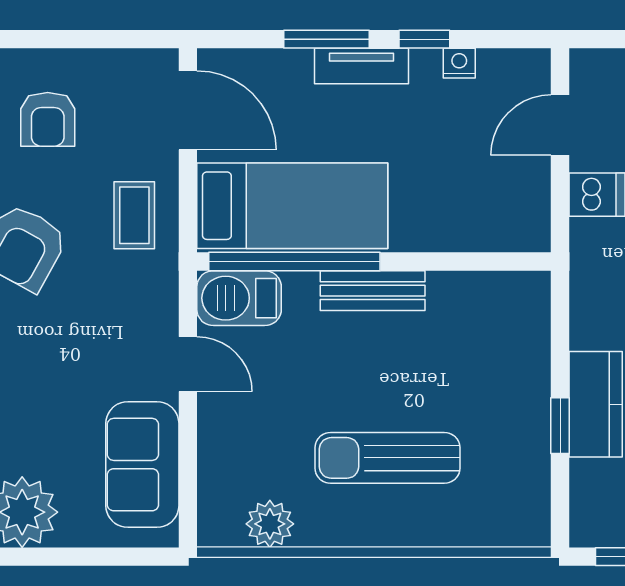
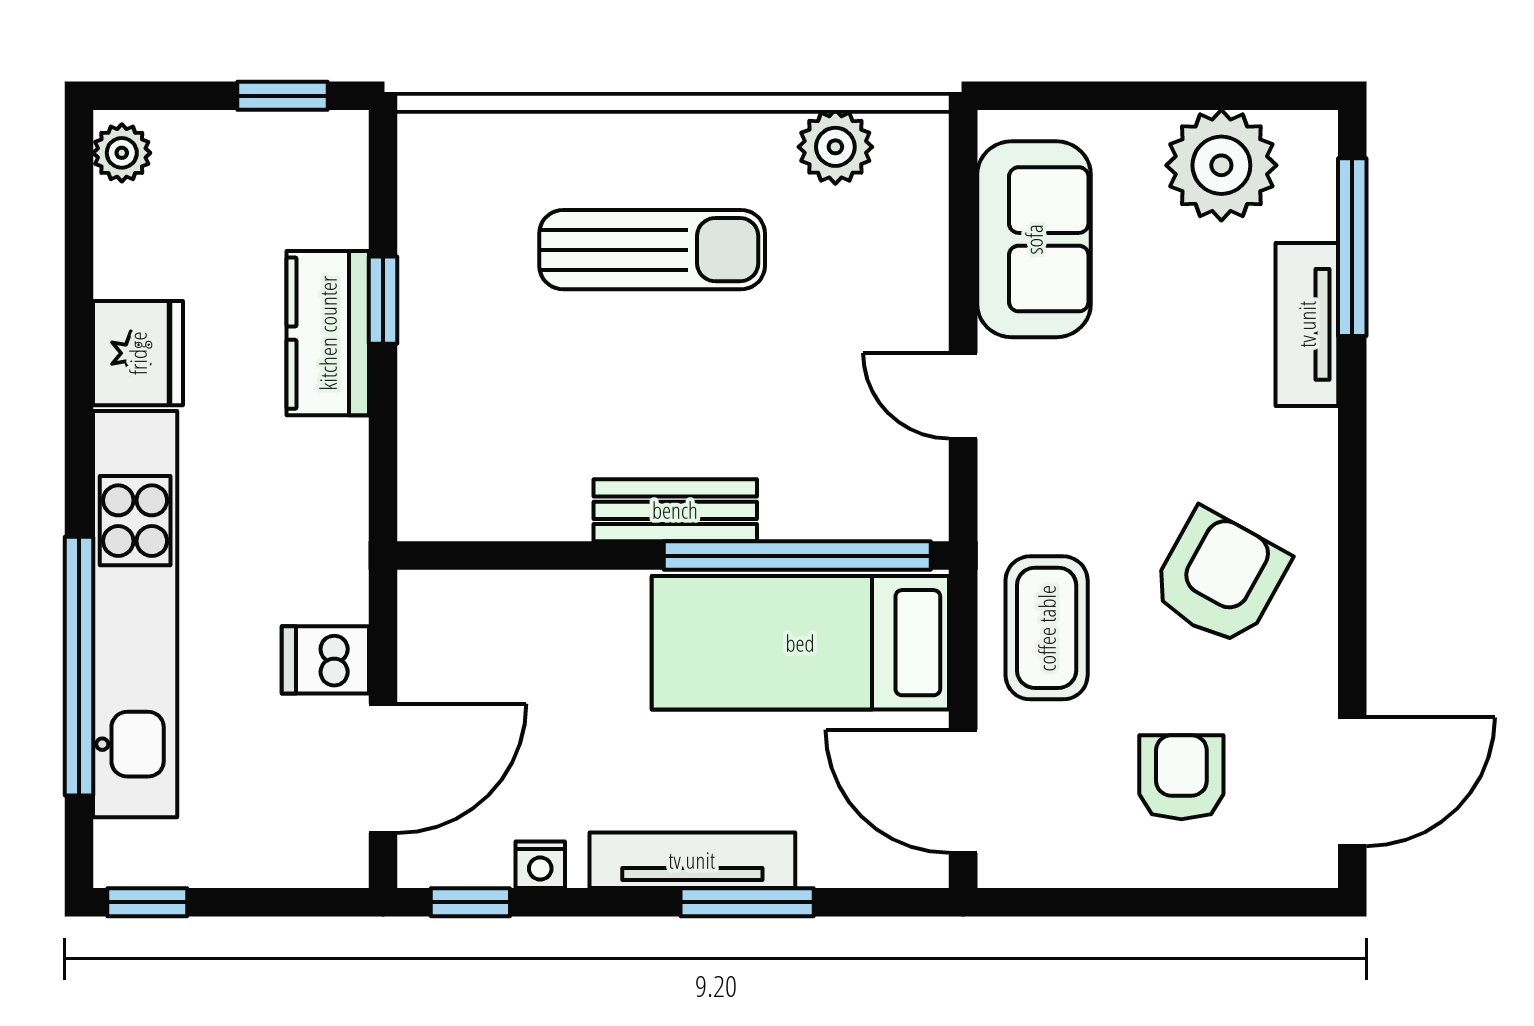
window: (424, 39) -> (470, 902), moved
tv unit: (362, 66) -> (692, 860), width x1.41
door: (560, 125) -> (383, 768), width x1.38
coffee table: (134, 215) -> (1047, 628), width x1.36, depth x1.30
barbecue: (239, 298) -> (883, 499), removed

